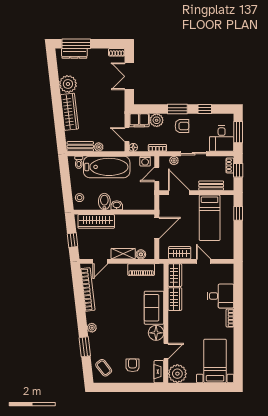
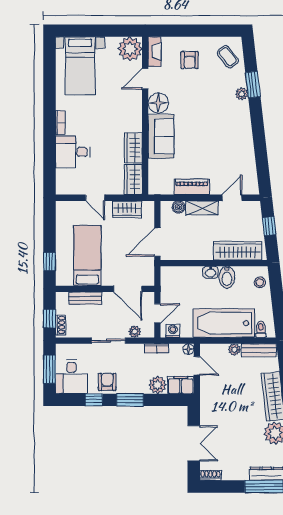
armchair: (182, 126) -> (107, 382), moved, turned 90
desk: (222, 139) -> (71, 377), moved, turned 180
piano: (141, 270) -> (192, 187), moved
bookcase: (88, 289) -> (249, 161), removed
plant: (92, 328) -> (242, 94), moved

